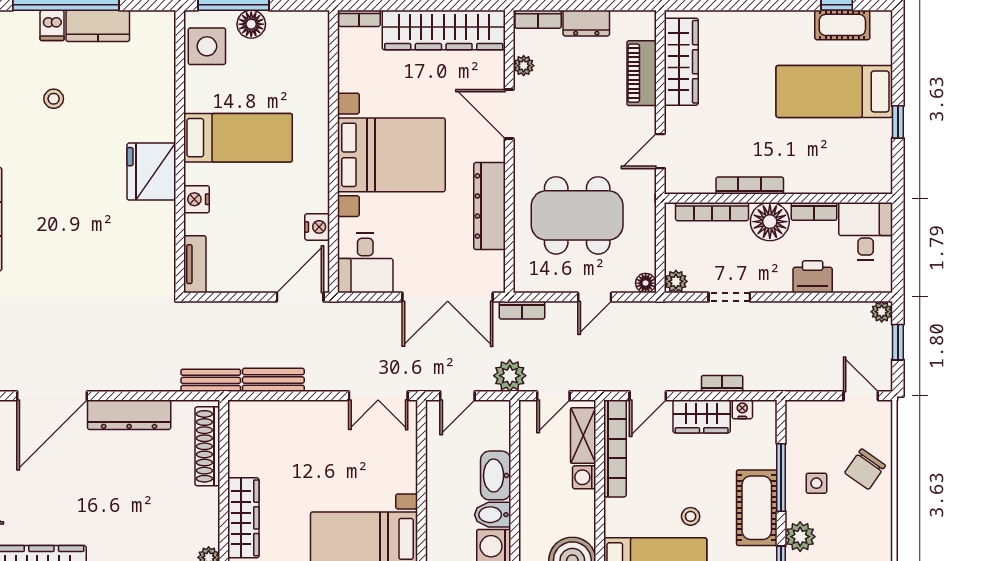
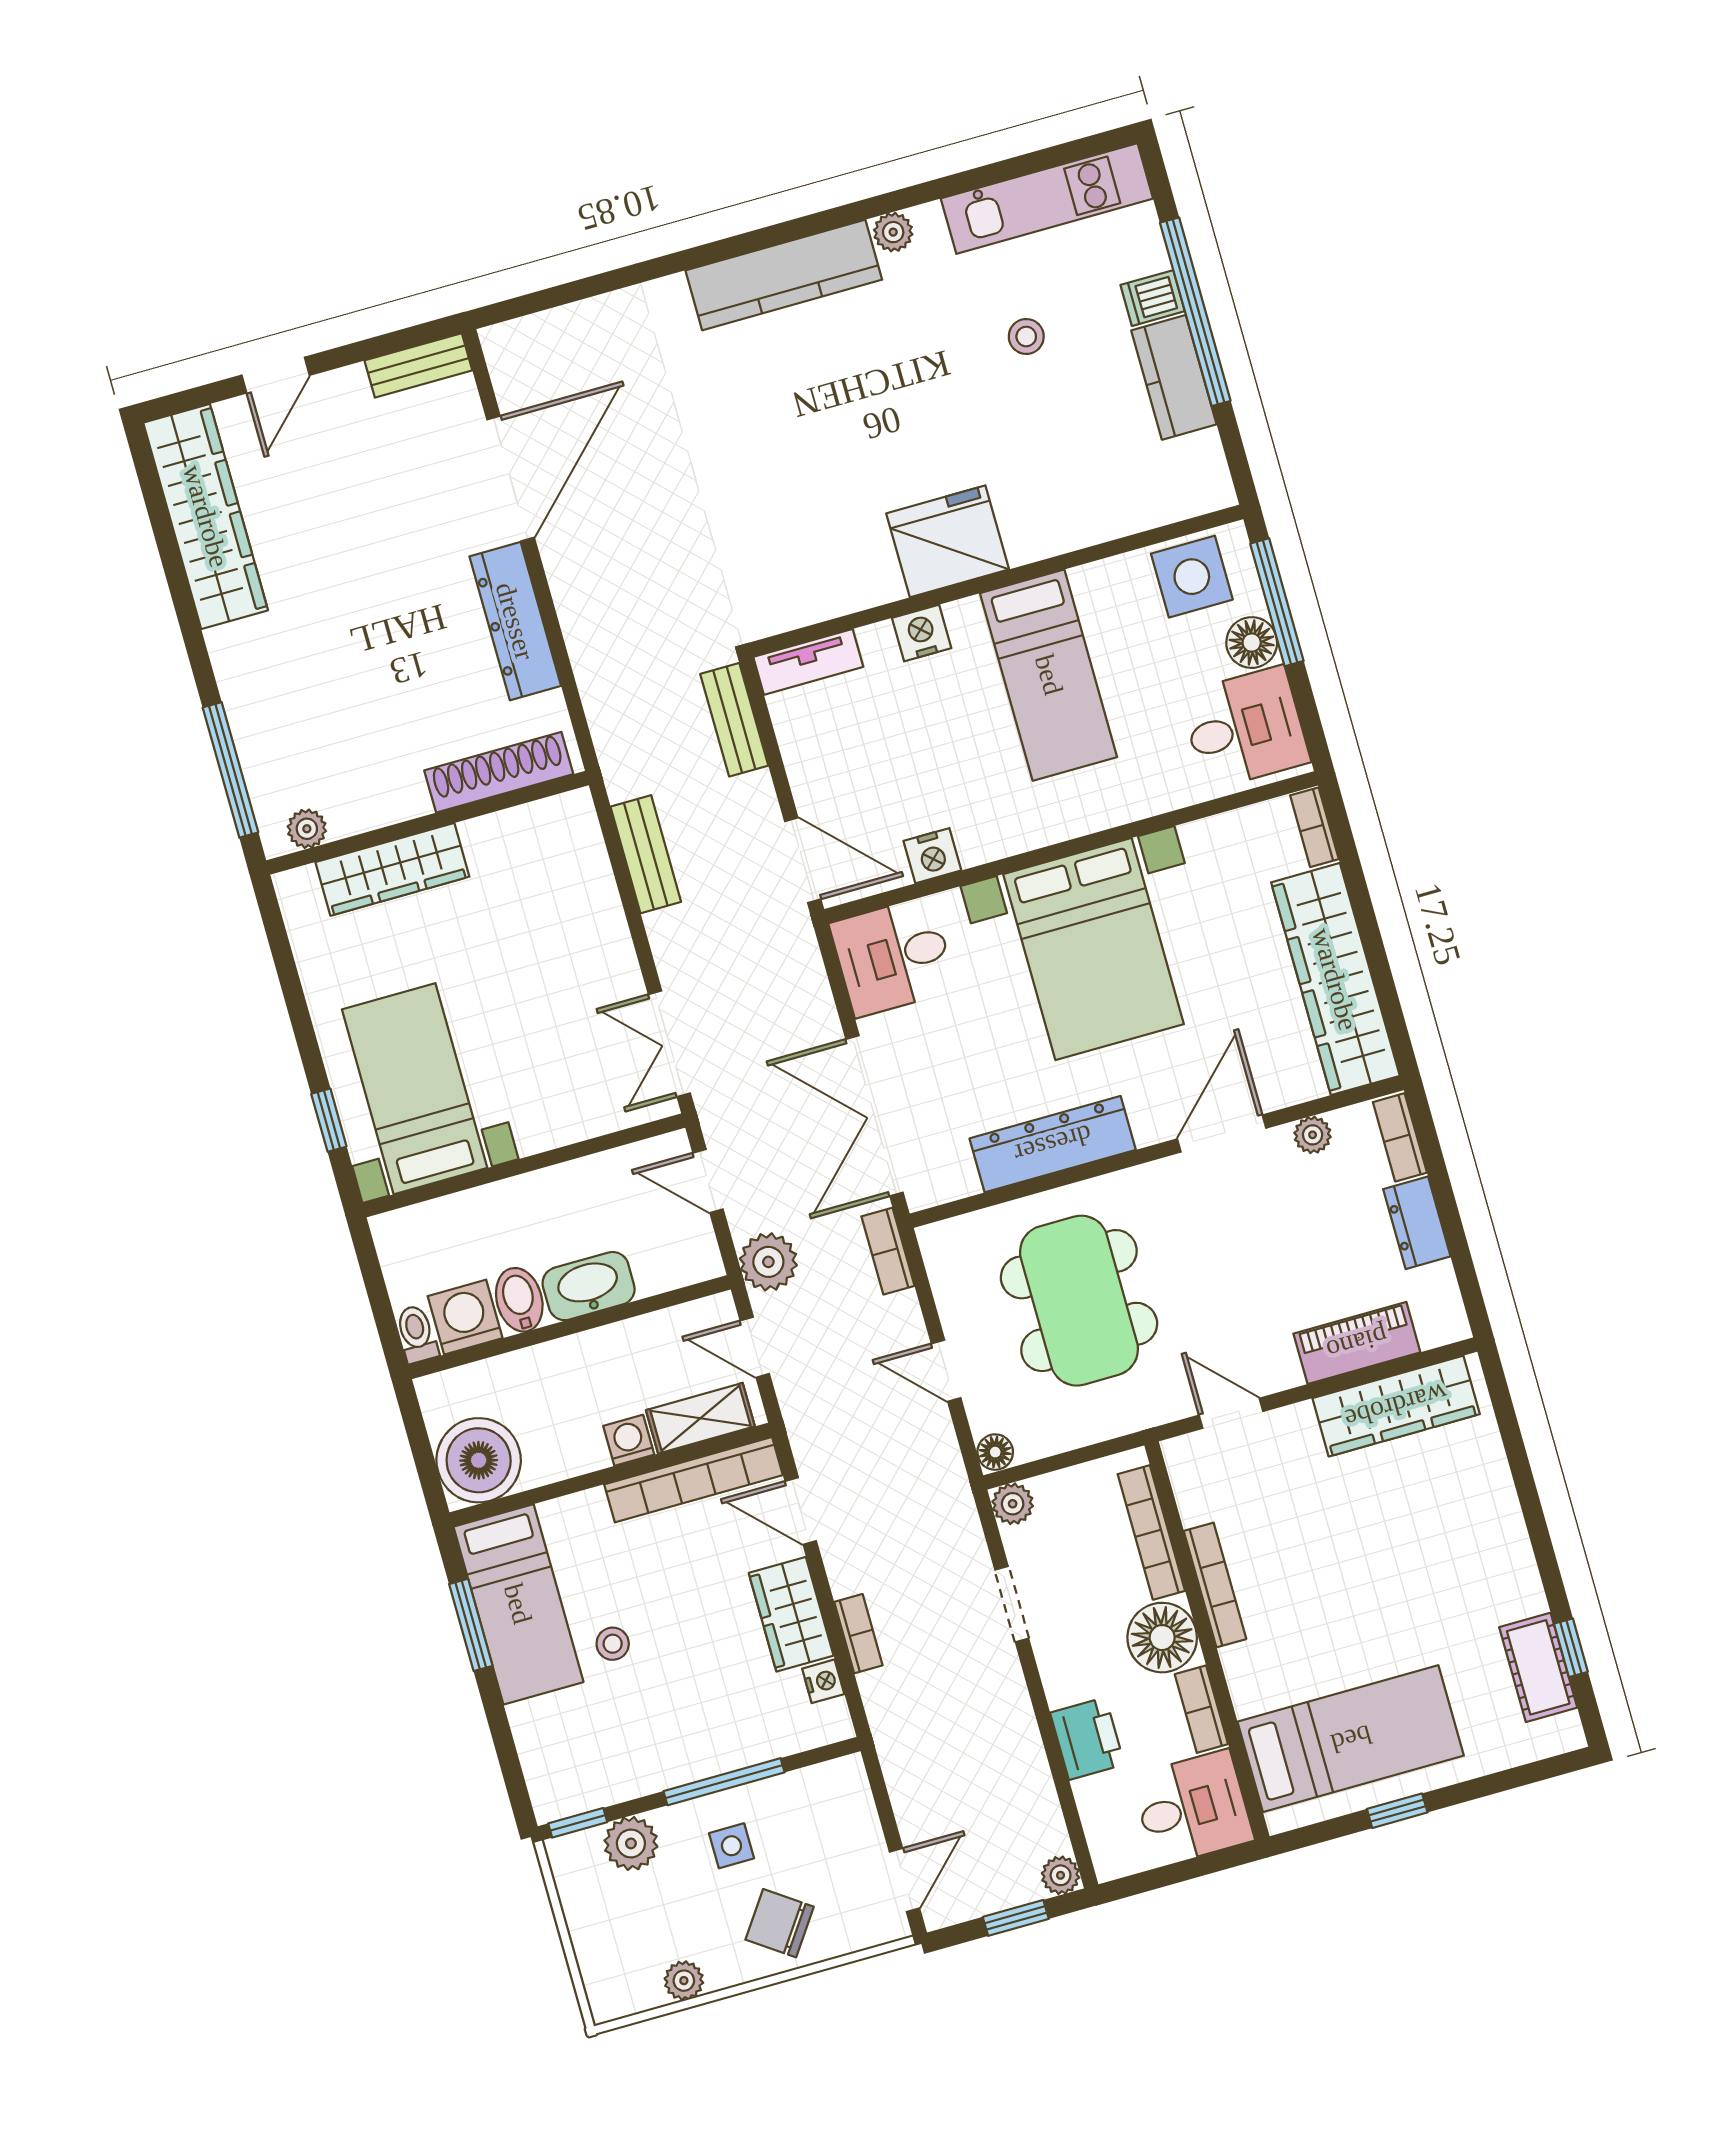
desk: (296, 41) -> (1245, 728), added
bed: (834, 91) -> (1351, 1739), moved, turned 90
bench: (211, 380) -> (734, 720), moved
door: (52, 396) -> (511, 479), swing flipped
cot: (757, 508) -> (660, 1754), removed
plant: (881, 529) -> (684, 1981), added

